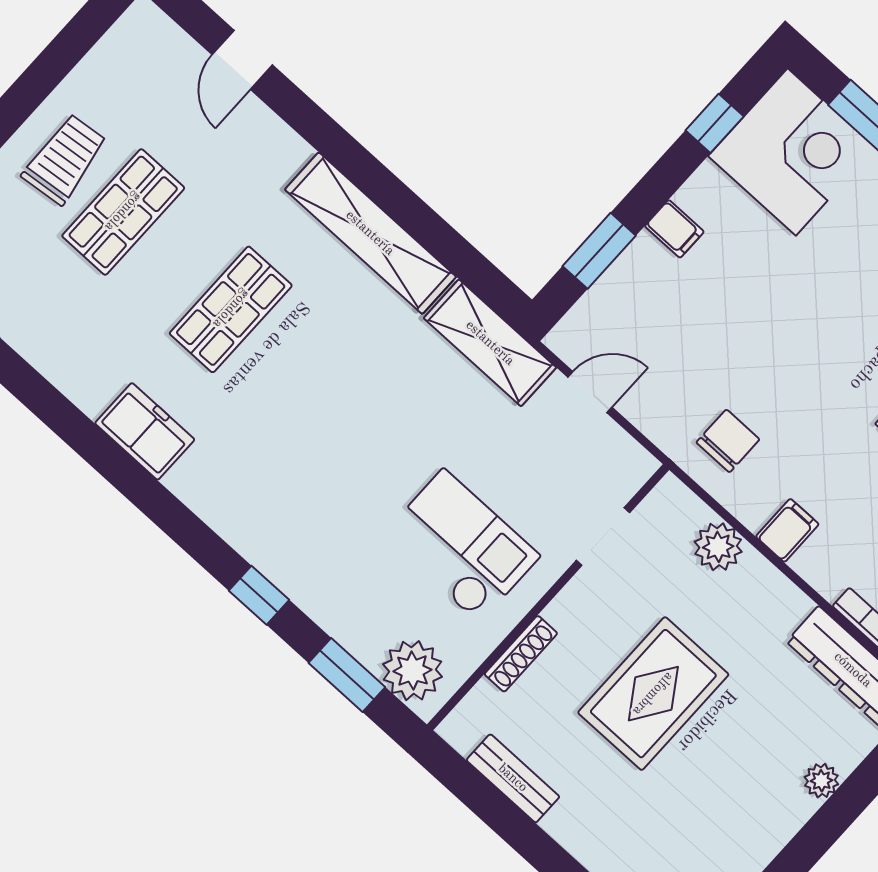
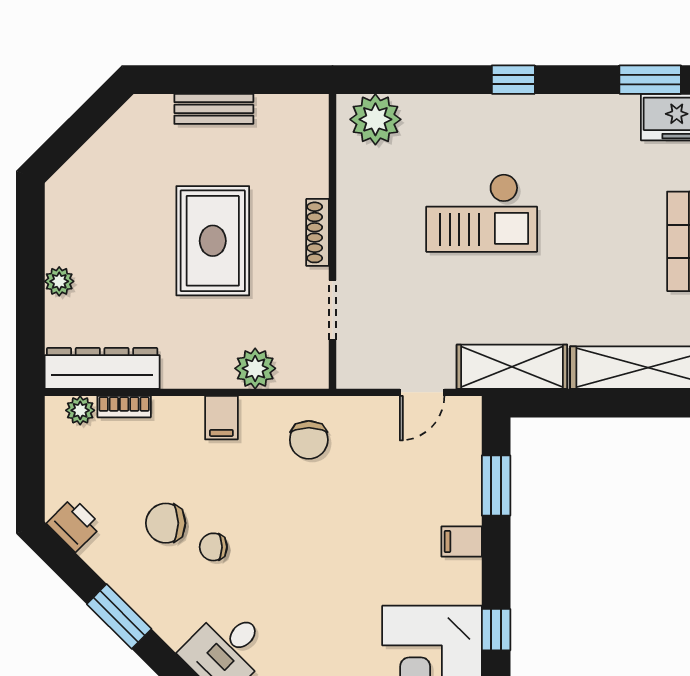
checkout: (461, 546) -> (482, 213), moved
shoe rack: (521, 654) -> (318, 232), moved
window: (347, 675) -> (650, 80), moved
bench: (513, 778) -> (214, 109), moved

